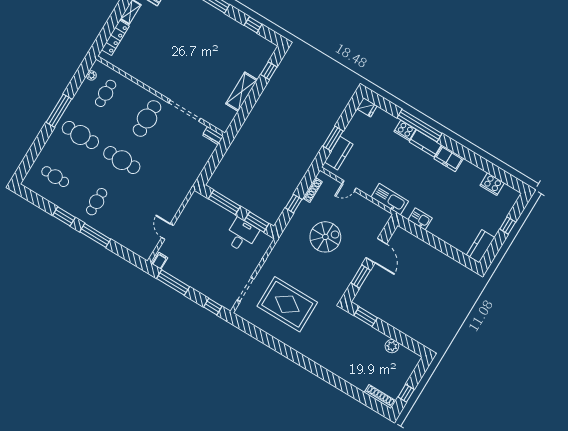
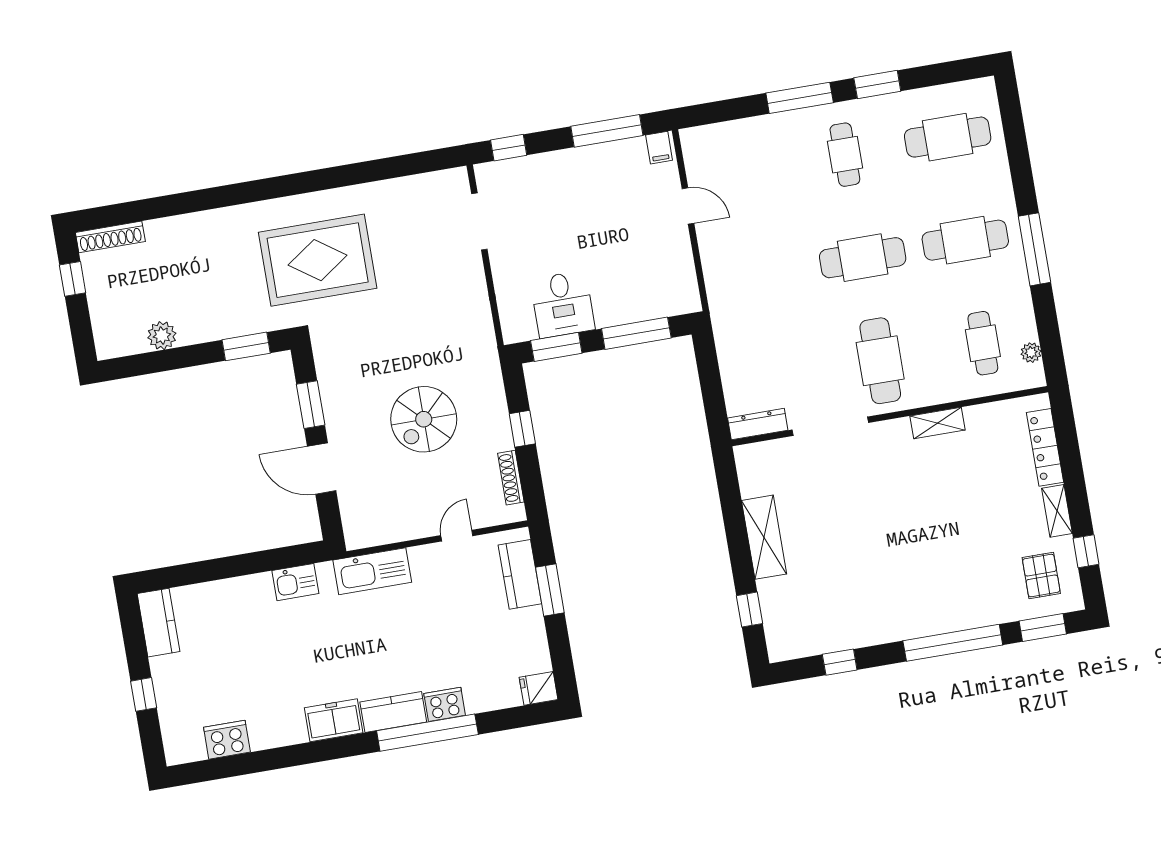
shelving: (146, 79) -> (938, 423), added
dresser: (213, 136) -> (758, 424), width x1.44
cafe table: (55, 177) -> (948, 137), width x1.37, depth x1.35
rug: (287, 304) -> (318, 260), moved

